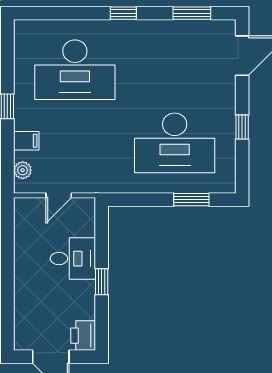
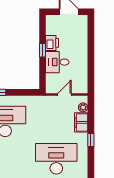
filing cabinet: (26, 141) -> (81, 122), width x2.00
printer: (83, 336) -> (52, 43), moved

